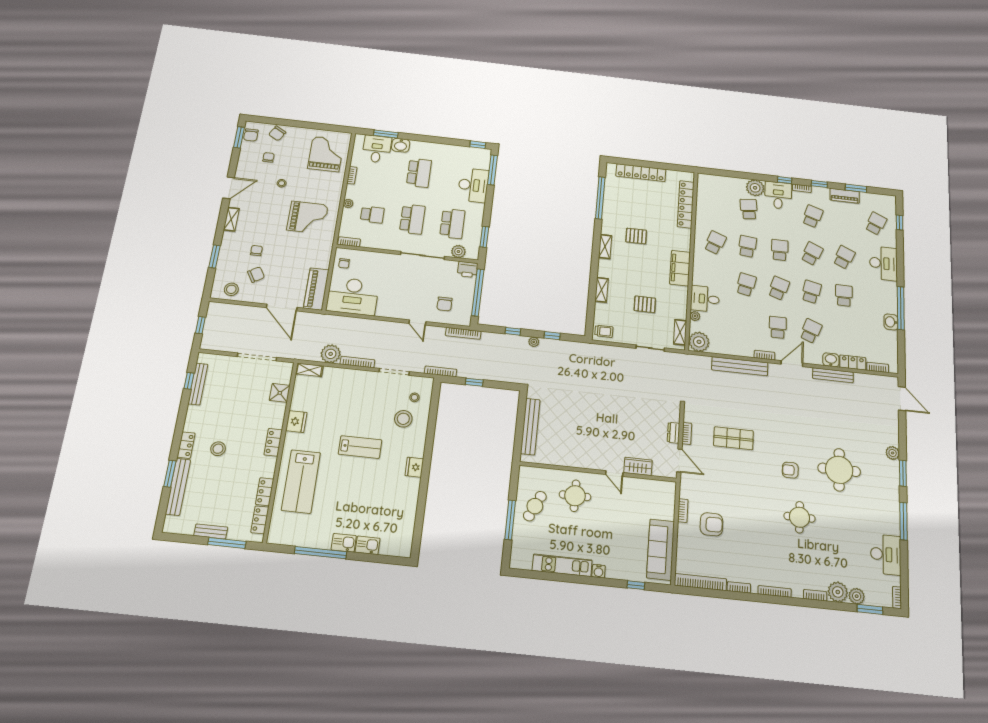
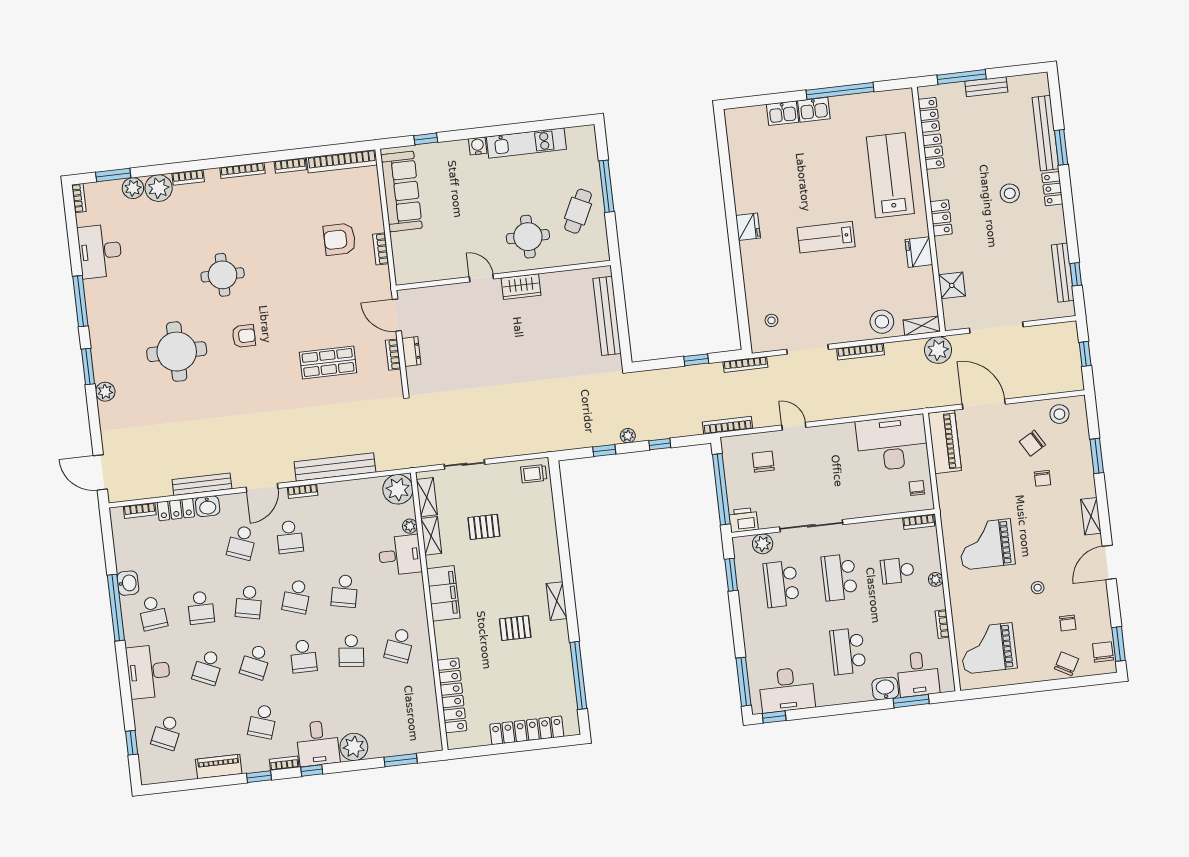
grand piano: (326, 154) -> (988, 648), turned 90
desk: (473, 185) -> (787, 690), moved, turned -90
window: (856, 188) -> (401, 760), moved
school desk: (749, 209) -> (153, 613), moved
shelving: (602, 290) -> (431, 536), moved
plant: (331, 354) -> (938, 350), moved
stool: (403, 419) -> (882, 322), moved
wardrobe: (638, 466) -> (521, 287), moved

